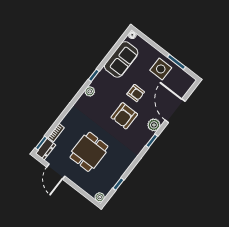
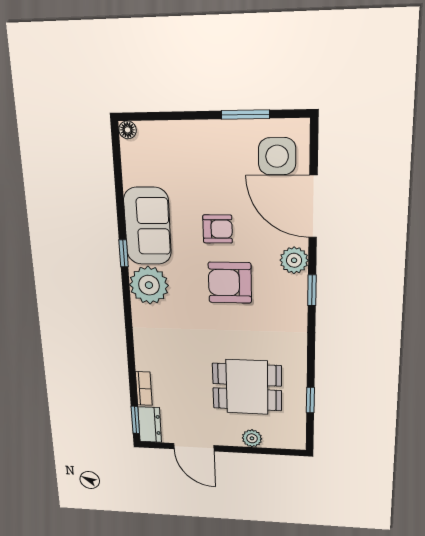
sofa: (121, 59) -> (147, 226), moved
side table: (161, 69) -> (277, 156), moved
plant: (90, 91) -> (149, 285), width x1.88, depth x1.88
armchair: (124, 116) -> (230, 283), turned 90
dining table: (89, 152) -> (247, 387), moved, turned 90
plant: (100, 197) -> (252, 438), moved

